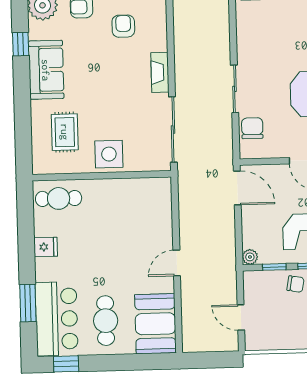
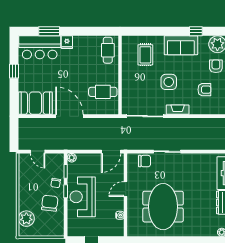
rug: (65, 132) -> (145, 55), turned 90
side table: (109, 154) -> (169, 82), moved
fridge: (46, 247) -> (67, 42), moved
door: (177, 263) -> (69, 116), width x1.87
door: (241, 317) -> (38, 152), swing flipped
cafe table: (106, 321) -> (103, 92), moved
window: (66, 364) -> (14, 71), moved

